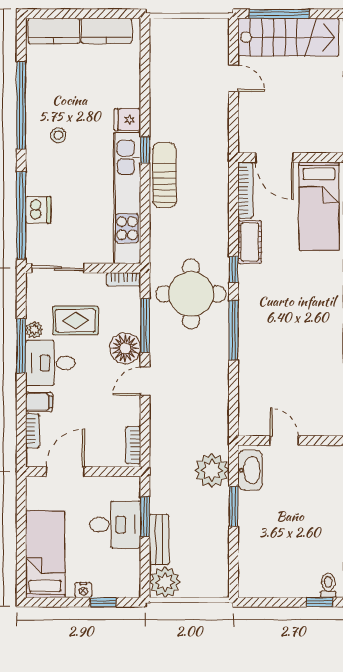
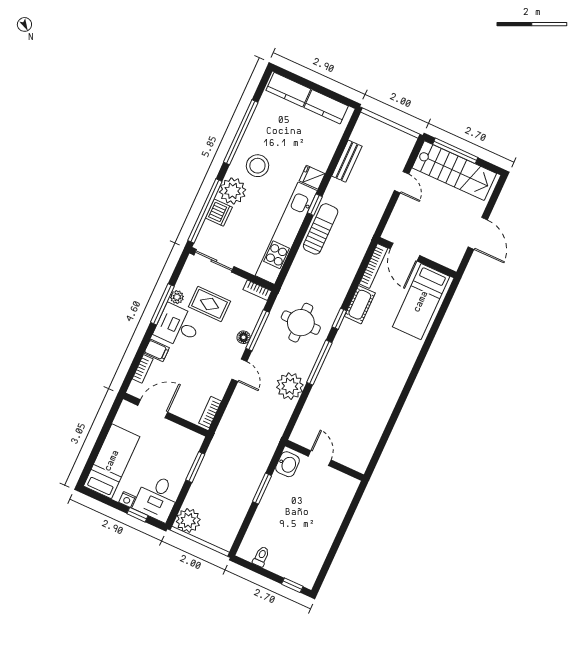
stool: (58, 135) -> (257, 166), width x1.89, depth x1.89
plant: (43, 178) -> (233, 191), added
round table: (191, 294) -> (301, 323), width x0.73, depth x0.73
floor lamp: (125, 348) -> (244, 337), width x0.53, depth x0.53
door: (145, 381) -> (239, 370), swing flipped
plant: (212, 470) -> (290, 386), moved
washbasin: (250, 470) -> (288, 464), width x0.72
desk: (115, 525) -> (157, 498), moved, turned 90
bench: (159, 540) -> (347, 161), moved
toilet: (328, 585) -> (261, 557), moved

